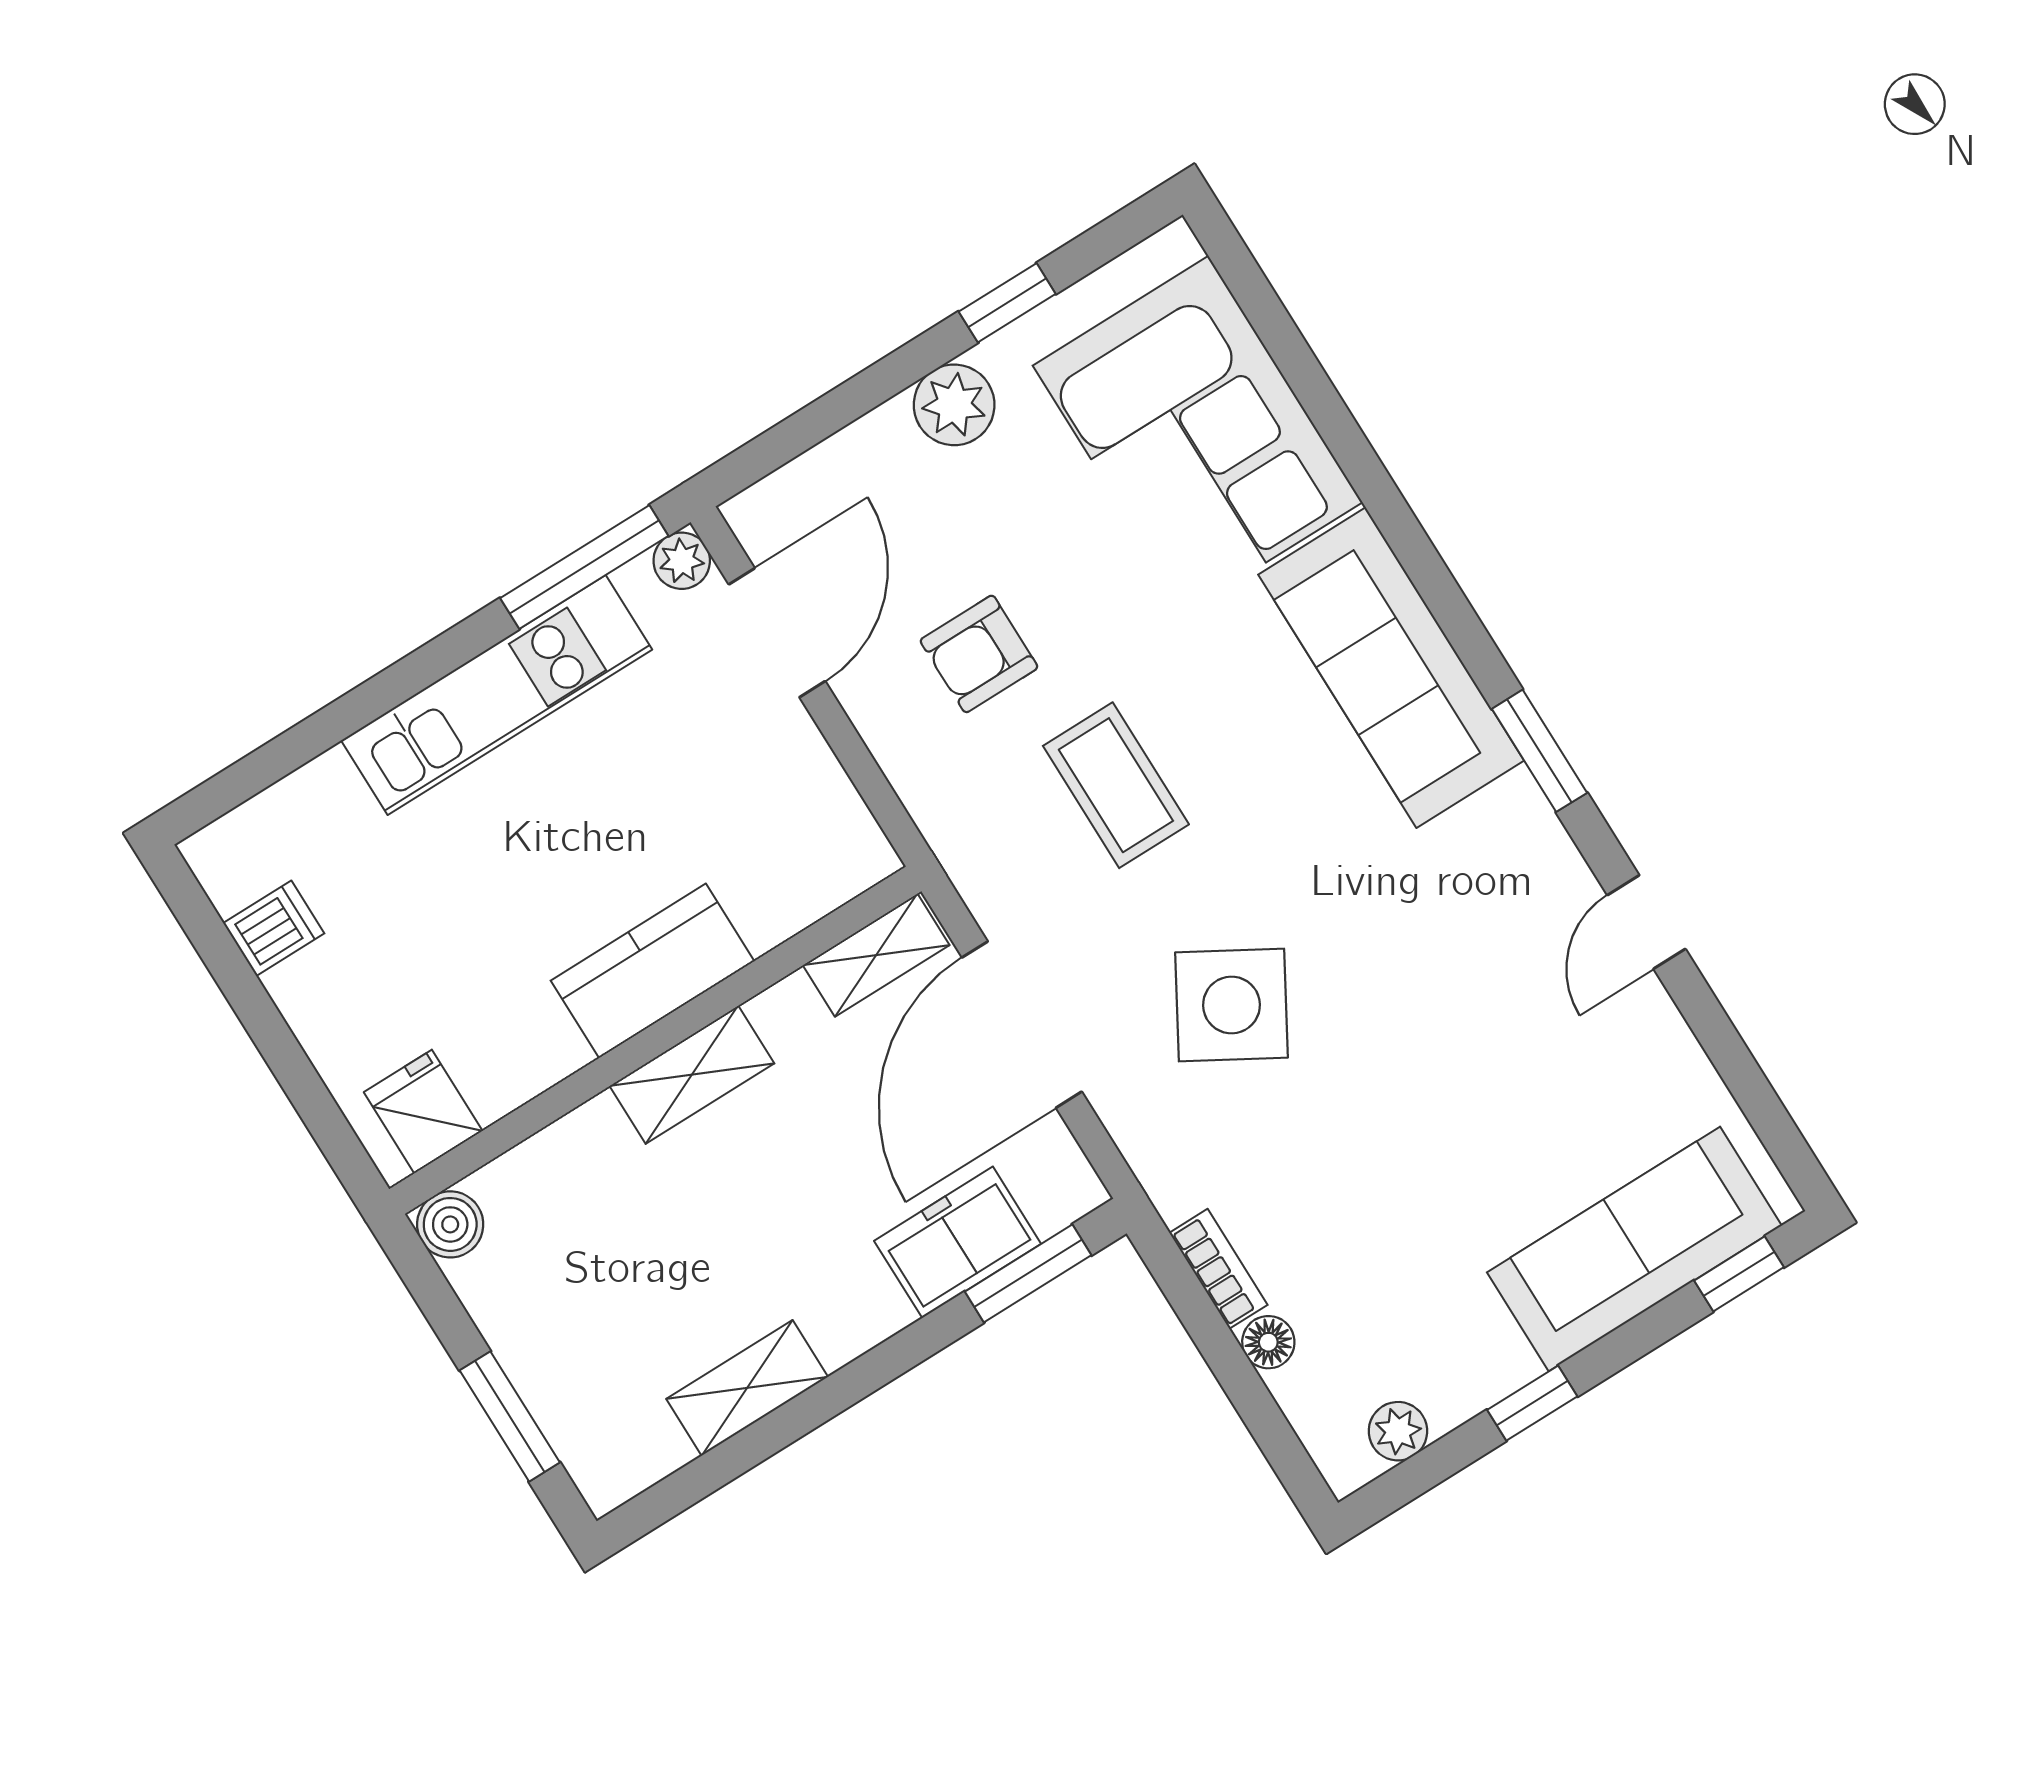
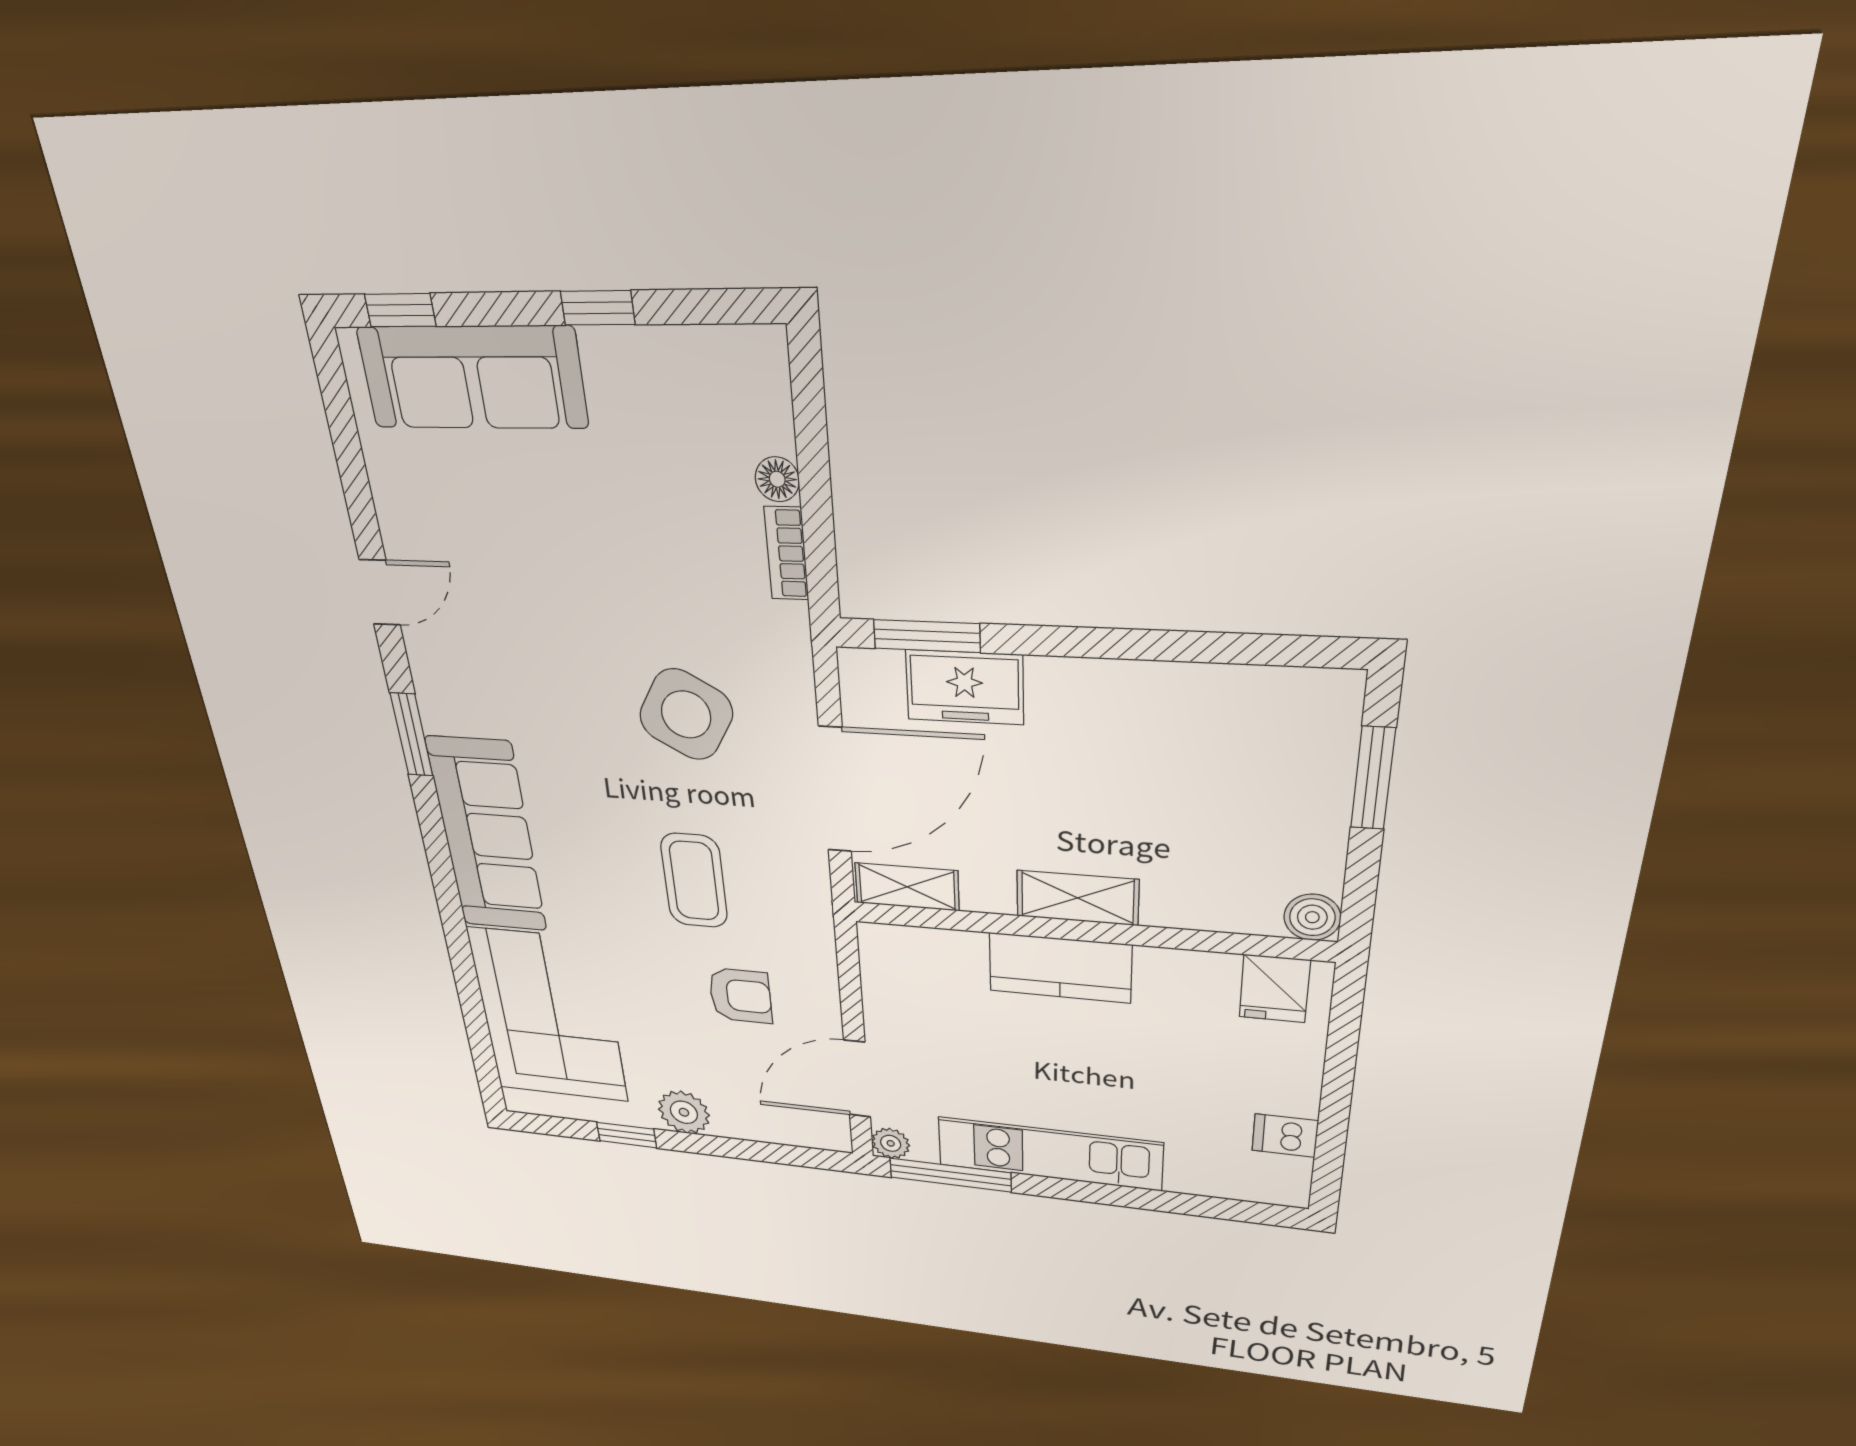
shelving: (747, 1388) -> (1184, 688), removed
plant: (1398, 1431) -> (712, 351), removed

